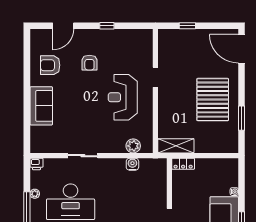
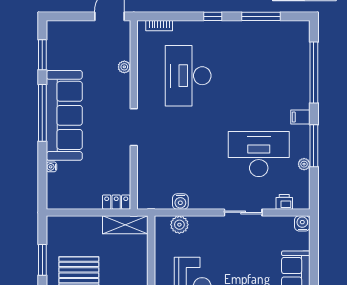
water cooler: (36, 147) -> (302, 223), added
printer: (36, 164) -> (284, 202), moved

